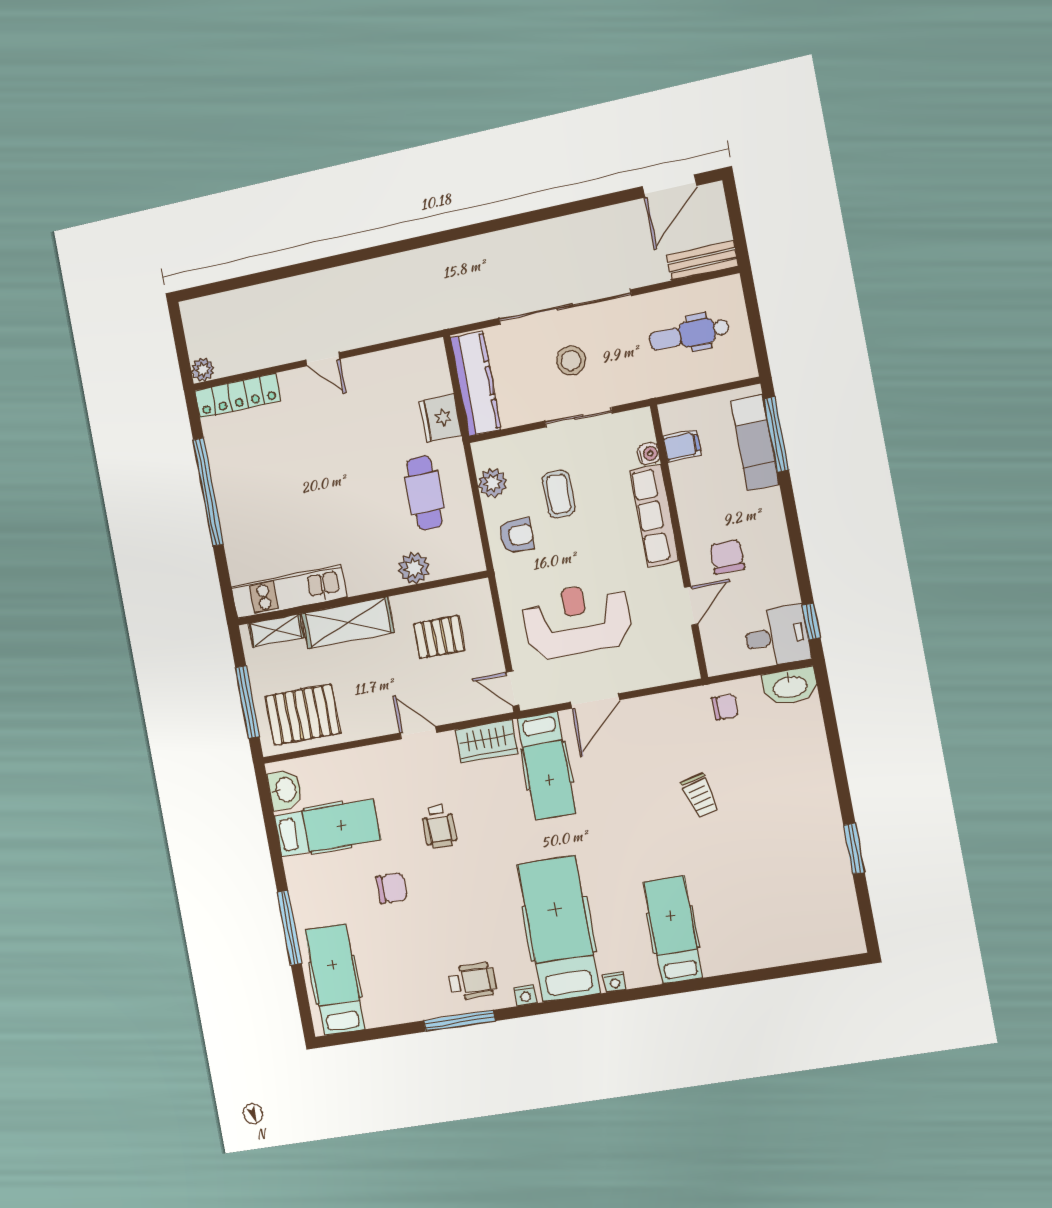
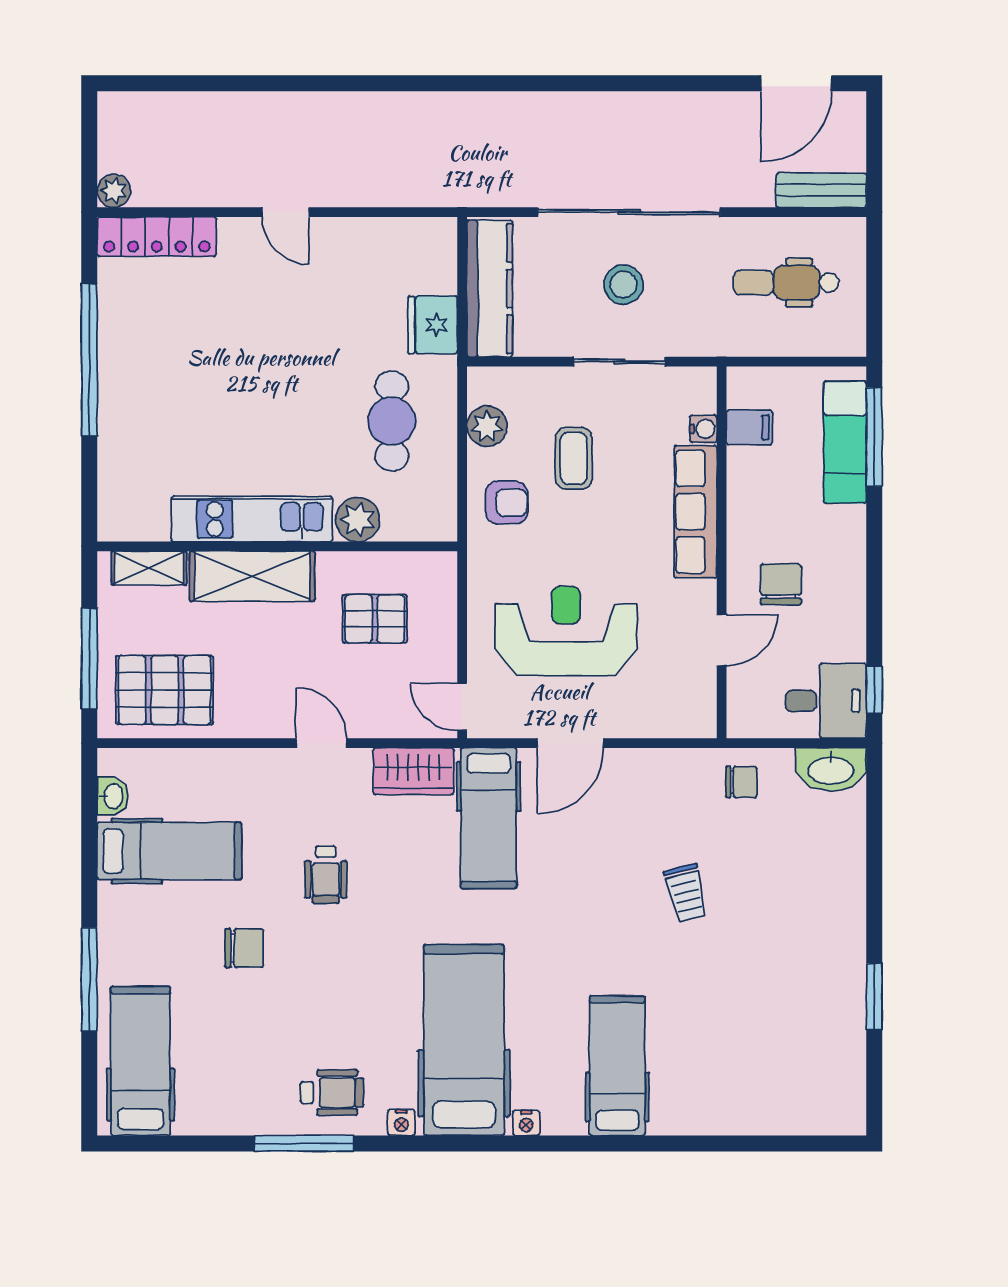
kitchen unit: (289, 592) -> (252, 519), moved
washbasin: (285, 790) -> (113, 796), width x0.72, depth x0.69

